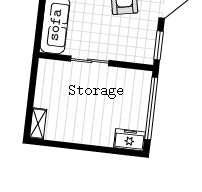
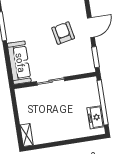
freezer: (130, 140) -> (96, 117), moved, turned -90

